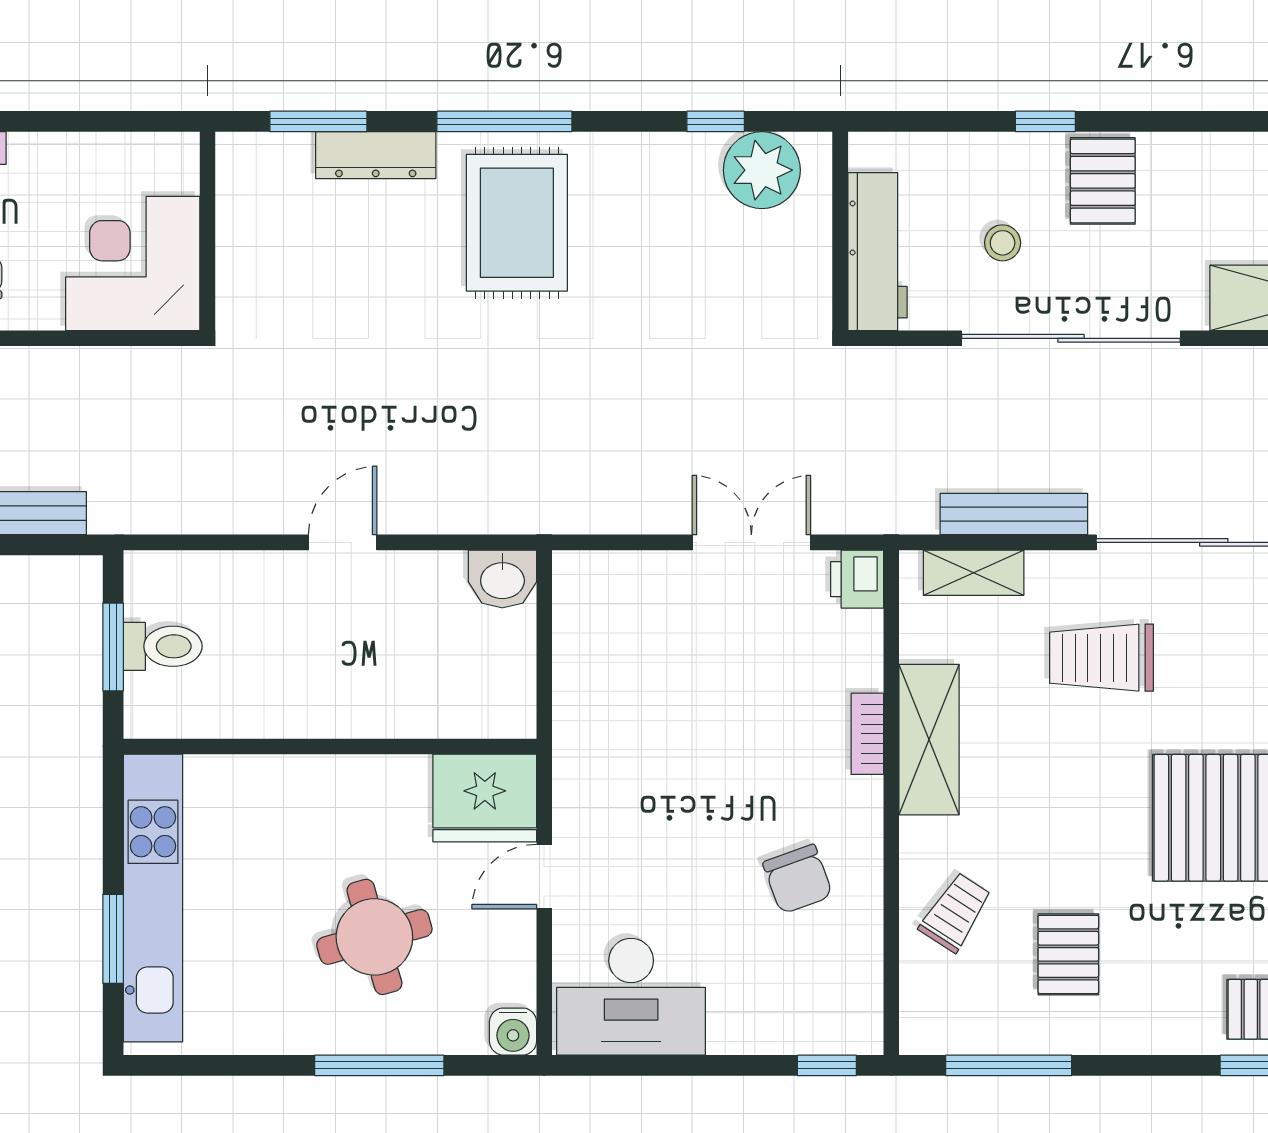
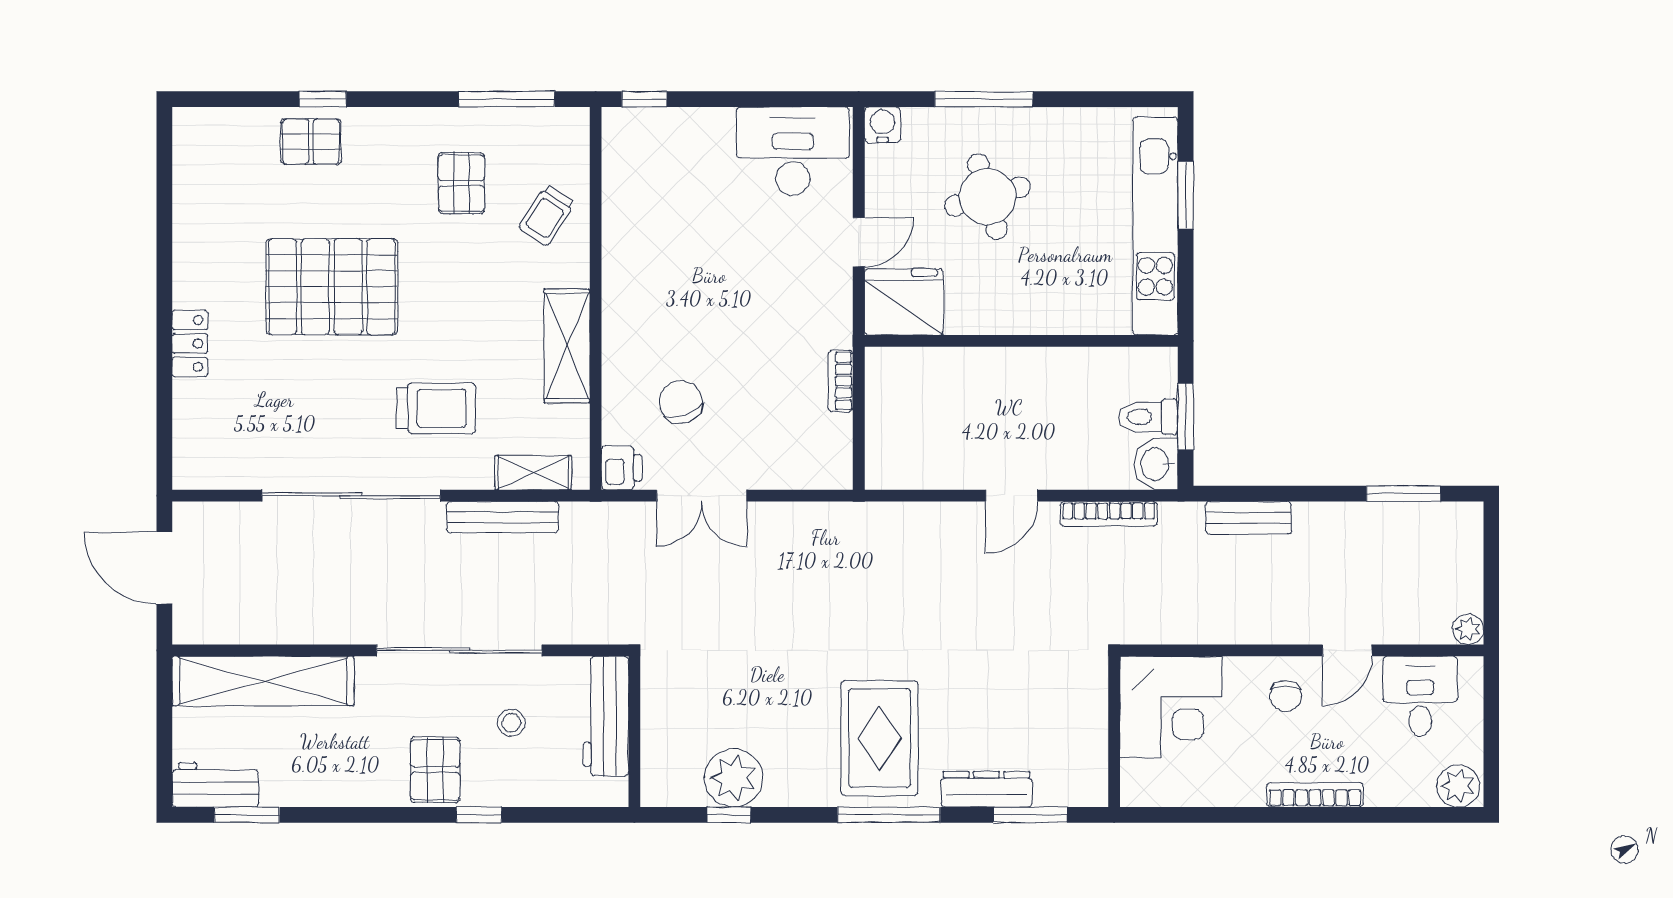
plant: (762, 170) -> (734, 778), moved
bookcase: (215, 518) -> (1109, 514), added
washbasin: (502, 579) -> (1156, 464), moved, turned -90
bookcase: (867, 734) -> (841, 381), moved, turned 180
chair: (798, 879) -> (681, 402), moved

